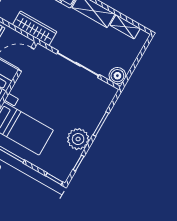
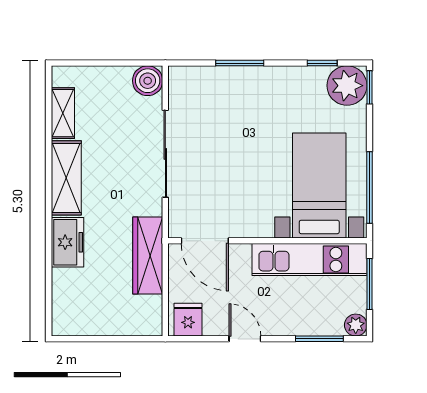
plant: (78, 139) -> (347, 86), moved

